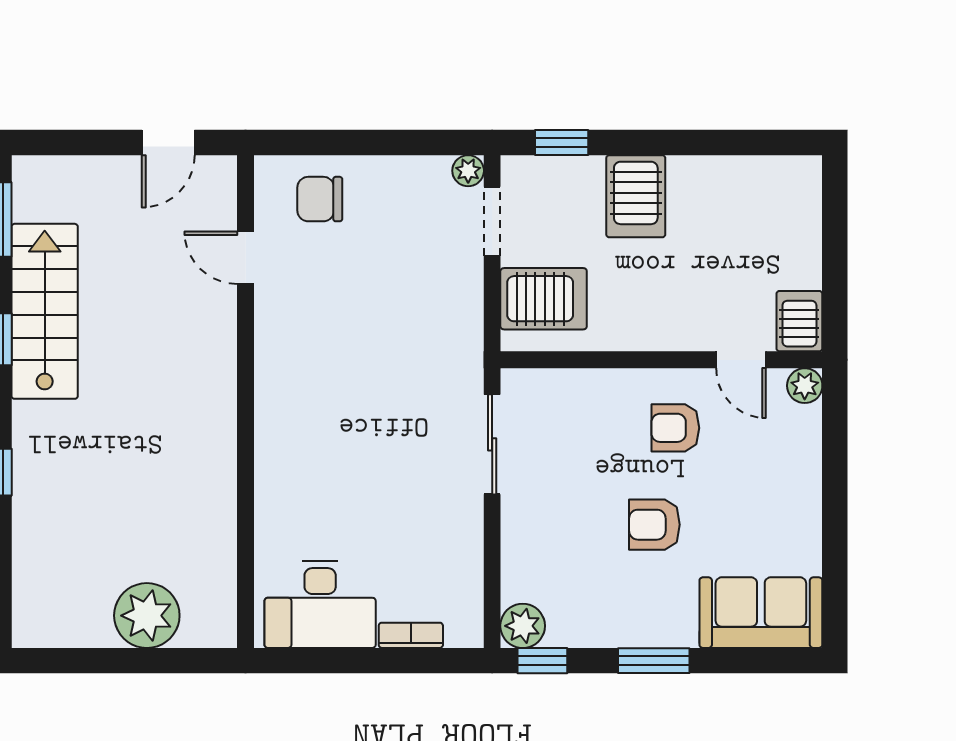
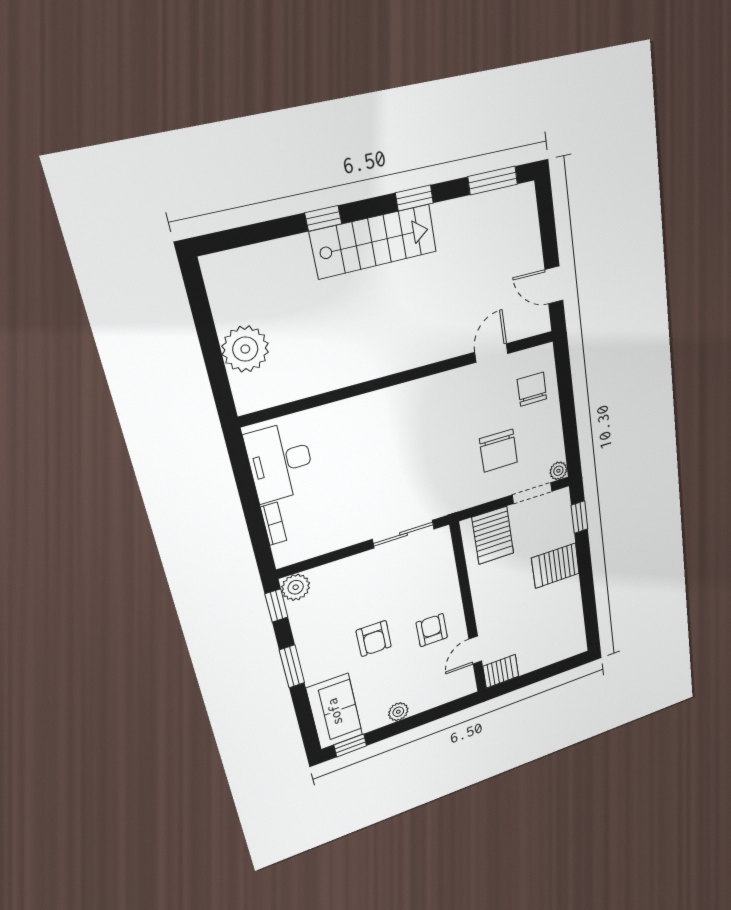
chair: (403, 269) -> (498, 451), added
stairs: (45, 311) -> (374, 242), moved
plant: (805, 386) -> (398, 712), moved
armchair: (654, 525) -> (374, 639), turned 180
window: (835, 600) -> (350, 745), added

